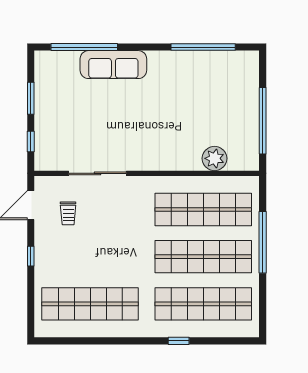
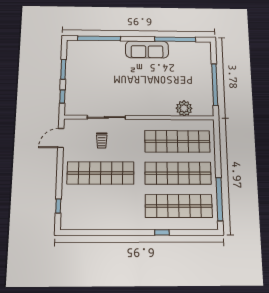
sofa: (113, 65) -> (147, 49), moved
trolley: (68, 213) -> (102, 141), moved
window: (263, 242) -> (219, 199), moved
window: (31, 256) -> (58, 206), moved
shop shelf: (90, 304) -> (101, 173), moved

